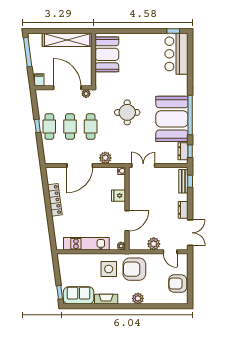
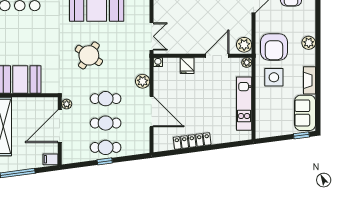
round table: (127, 112) -> (89, 55), turned 33
double door: (143, 165) -> (151, 36), swing flipped
door: (127, 221) -> (217, 56), hinge flipped
plant: (154, 244) -> (244, 45), moved

